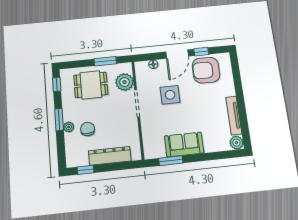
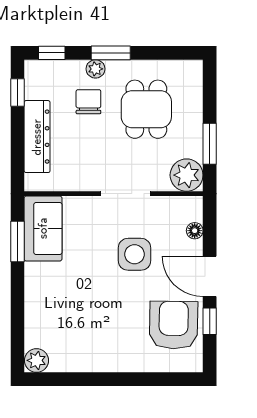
plant: (125, 82) -> (187, 175), moved
window: (57, 85) -> (52, 53), moved
dining table: (91, 85) -> (146, 109), moved
tv unit: (234, 116) -> (85, 363), removed
chair: (88, 129) -> (88, 102), turned -90
sofa: (184, 144) -> (43, 228), moved

